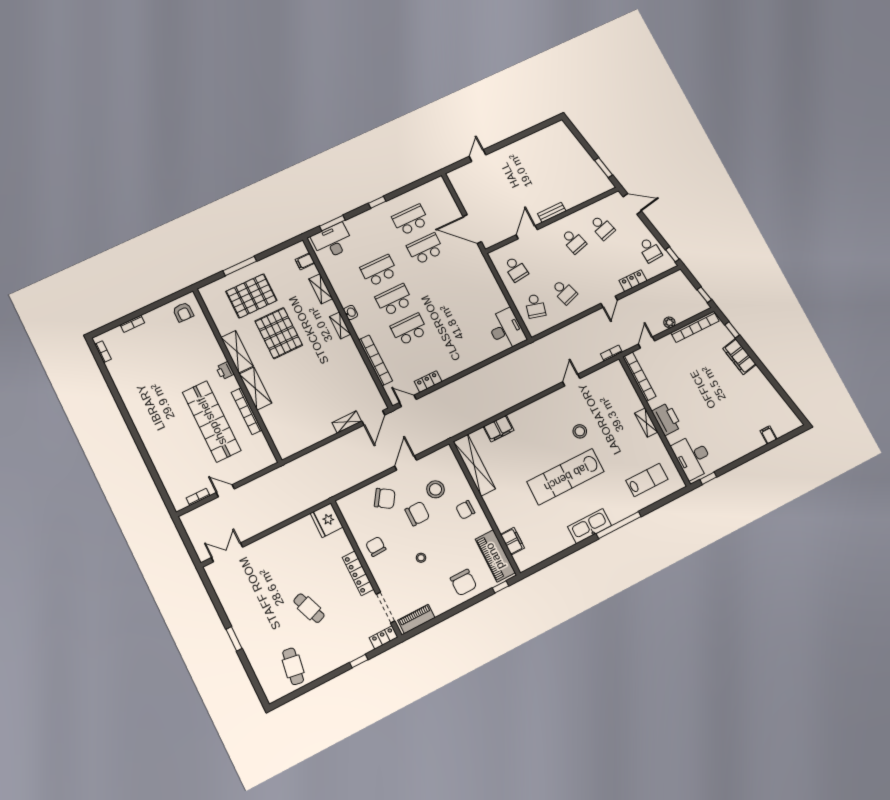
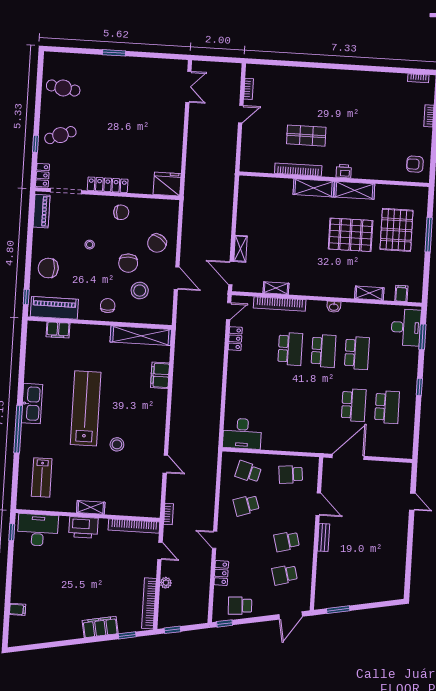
shelving: (340, 325) -> (276, 288), moved
shop shelf: (212, 421) -> (306, 136), width x0.50, depth x0.74
cafe table: (309, 608) -> (60, 135), moved

